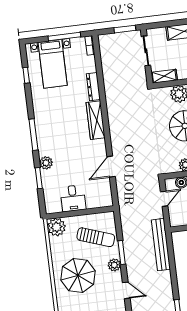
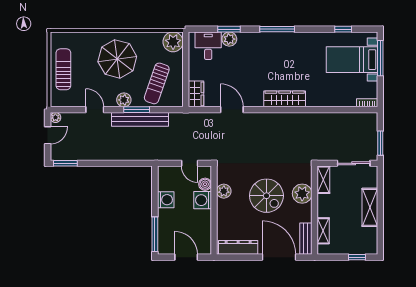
window: (64, 36) -> (380, 58), moved
dresser: (93, 87) -> (322, 101), removed
plant: (46, 163) -> (229, 39), moved
desk: (73, 198) -> (208, 46), moved, turned 90
wardrobe: (101, 201) -> (196, 94), added
bench: (161, 245) -> (140, 119), moved
door: (126, 290) -> (95, 110), swing flipped

